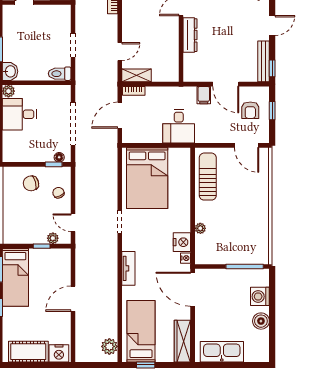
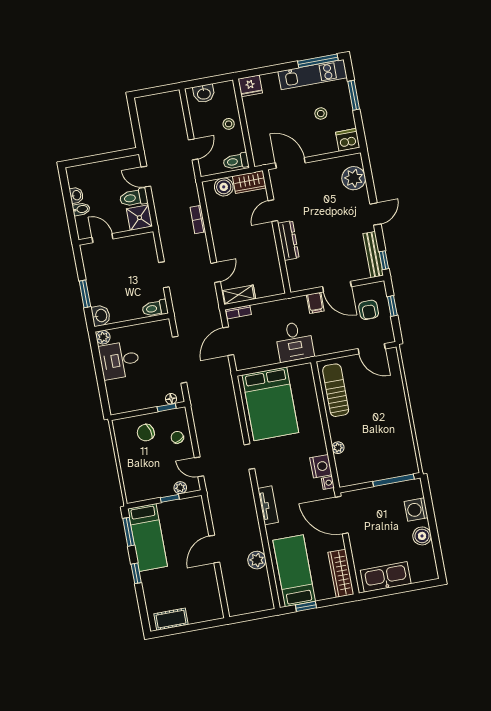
plant: (109, 346) -> (257, 560), moved
cot: (28, 352) -> (171, 619), width x0.73, depth x0.75
nightstand: (59, 353) -> (210, 611), removed

